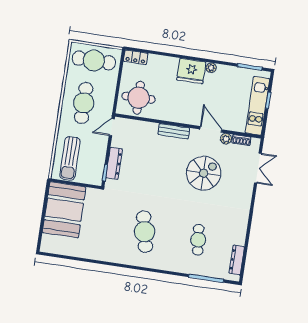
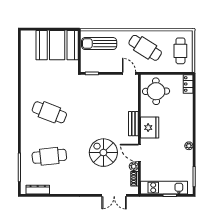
cafe table: (94, 60) -> (180, 51), width x0.73, depth x0.74
fridge: (191, 71) -> (150, 128), moved, turned 180
cafe table: (84, 103) -> (145, 48), turned 32
door: (211, 129) -> (139, 153), swing flipped
dresser: (114, 163) -> (100, 80), removed
spiral stairs: (204, 173) -> (103, 153), turned 180
cafe table: (145, 232) -> (49, 112), turned 33
cafe table: (198, 240) -> (49, 156), width x1.37, depth x1.35

